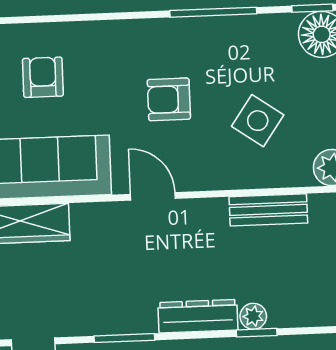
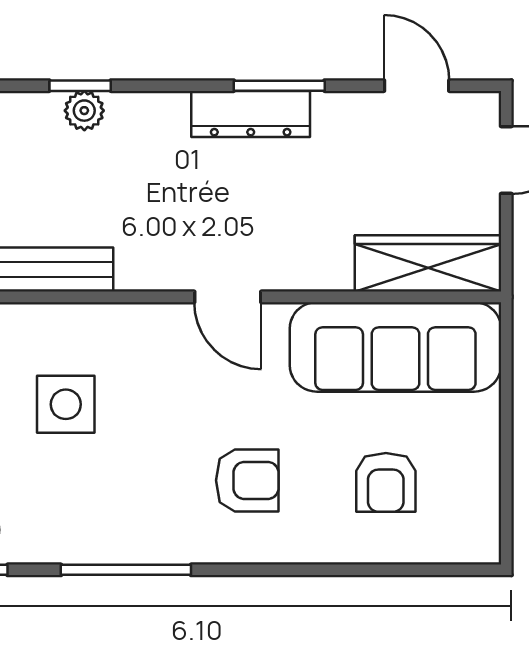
armchair: (169, 99) -> (247, 480), moved
side table: (258, 121) -> (66, 404), turned -35
dresser: (198, 316) -> (251, 114), moved

